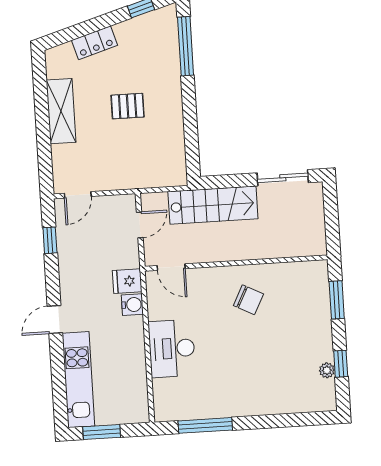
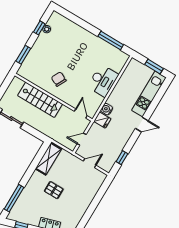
shelving: (61, 111) -> (48, 159), moved
door: (78, 195) -> (90, 163), moved
stairs: (213, 205) -> (40, 100), moved, turned 180

